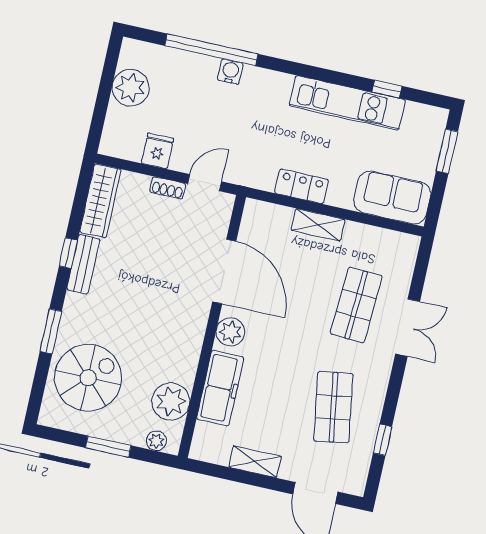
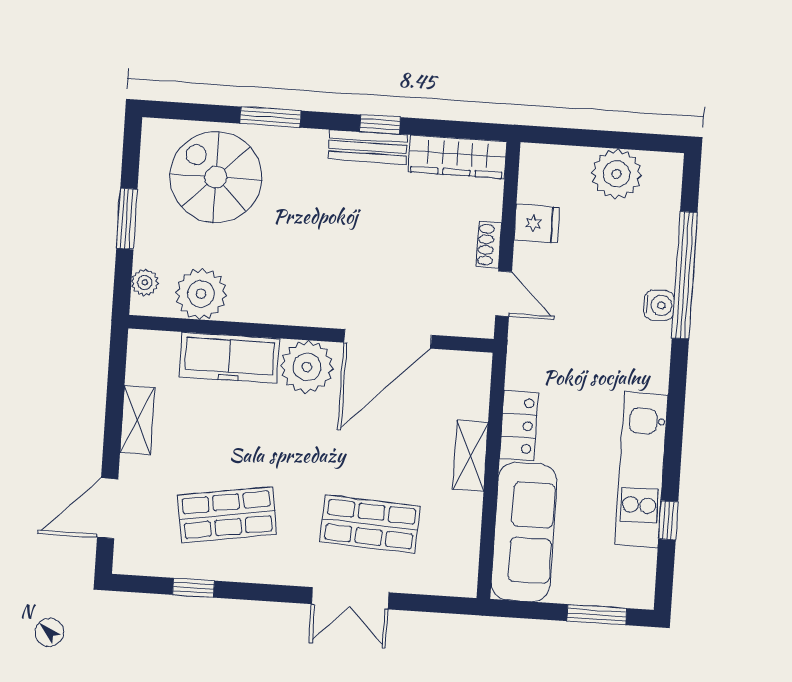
sofa: (392, 198) -> (524, 532), width x1.36
plant: (230, 332) -> (307, 367), width x1.36, depth x1.36
spiral stairs: (88, 378) -> (216, 177), turned 180

